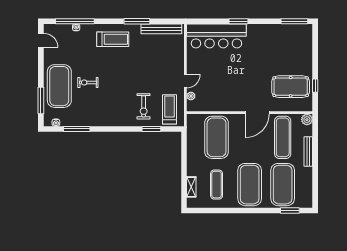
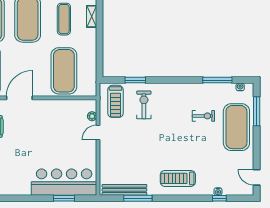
window: (75, 21) -> (219, 198), width x0.32
window: (137, 21) -> (138, 198), moved
window: (238, 21) -> (64, 198), moved
exercise bike: (88, 82) -> (203, 116), moved

